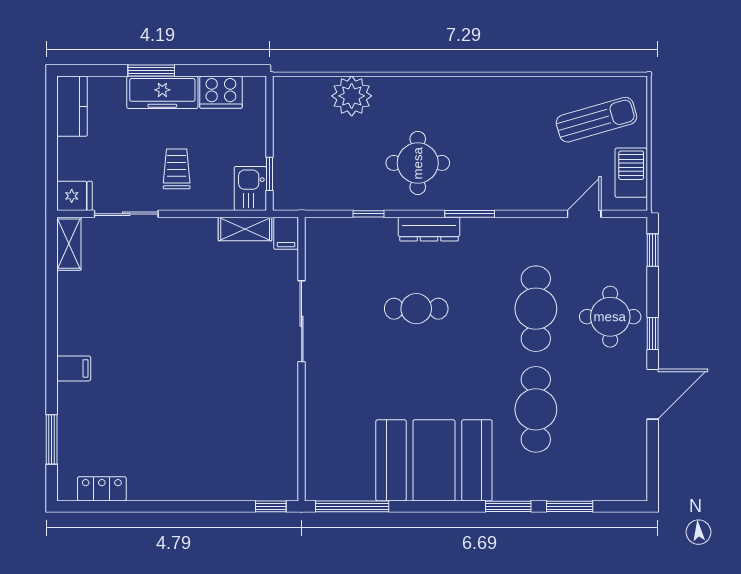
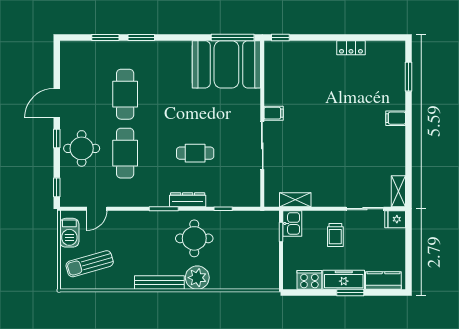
bench: (477, 88) -> (159, 282), added
plant: (352, 96) -> (197, 278), moved
kitchen counter: (72, 106) -> (383, 281), moved, turned 90
filing cabinet: (286, 233) -> (274, 113), moved, turned 90
booth: (434, 460) -> (226, 64), moved
locker: (102, 489) -> (351, 48), moved

